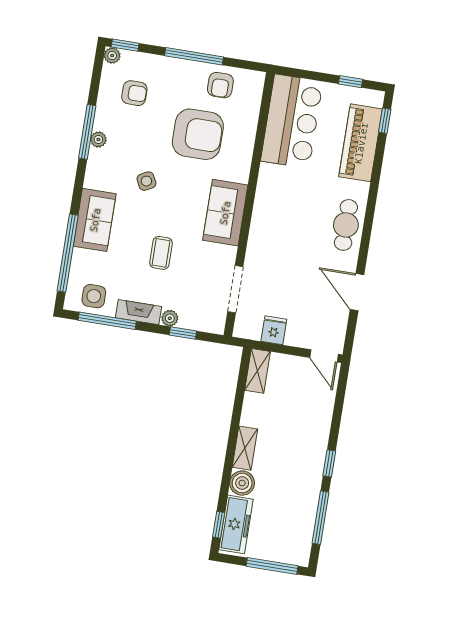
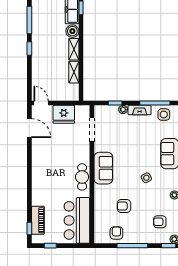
armchair: (198, 134) -> (124, 206), width x0.53, depth x0.53
piano: (361, 143) -> (38, 220), width x0.73, depth x0.75
cafe table: (346, 225) -> (82, 177), moved
coffee table: (161, 253) -> (133, 142), removed
door: (357, 292) -> (29, 128), moved
fridge: (274, 330) -> (64, 114), width x1.88, depth x1.34
shelving: (258, 371) -> (74, 72), moved

